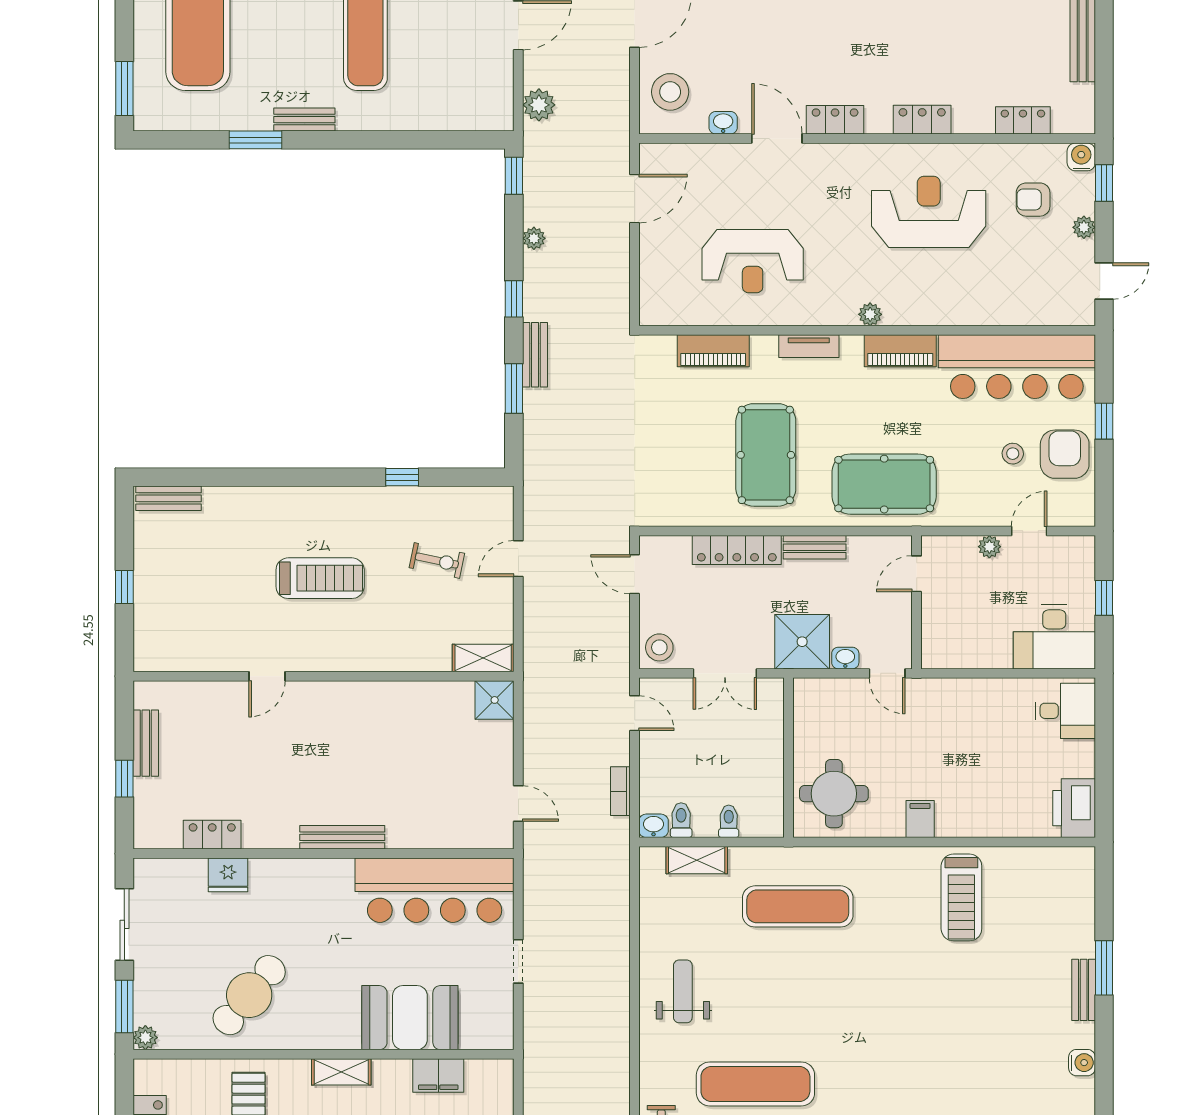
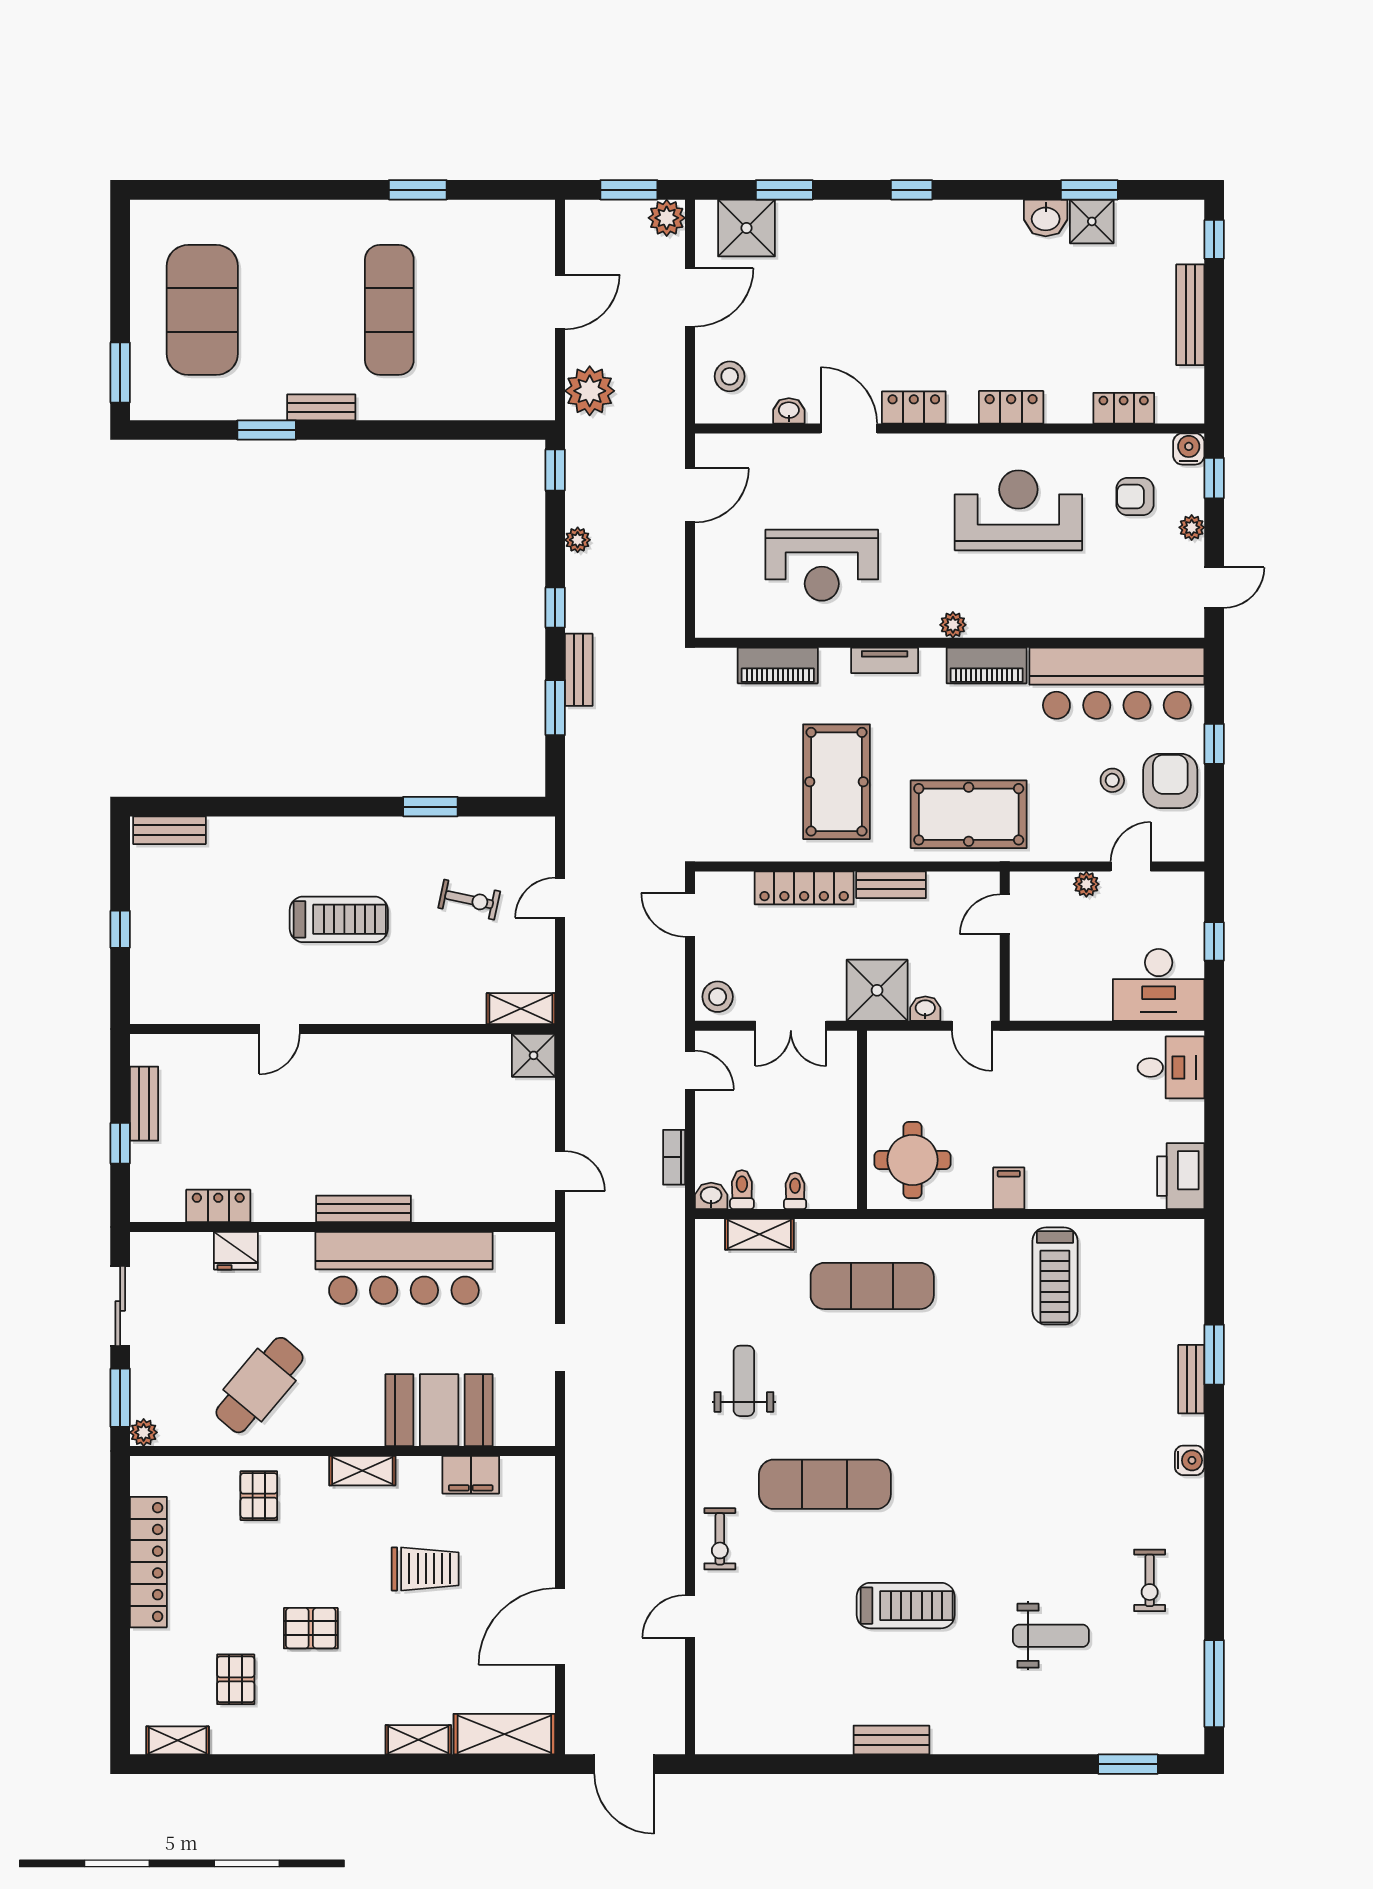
stool: (670, 92) -> (730, 376), width x0.73, depth x0.73
plant: (539, 105) -> (590, 391), width x1.36, depth x1.36
window: (402, 477) -> (430, 807), width x1.50
bar counter: (435, 890) -> (404, 1268), moved

